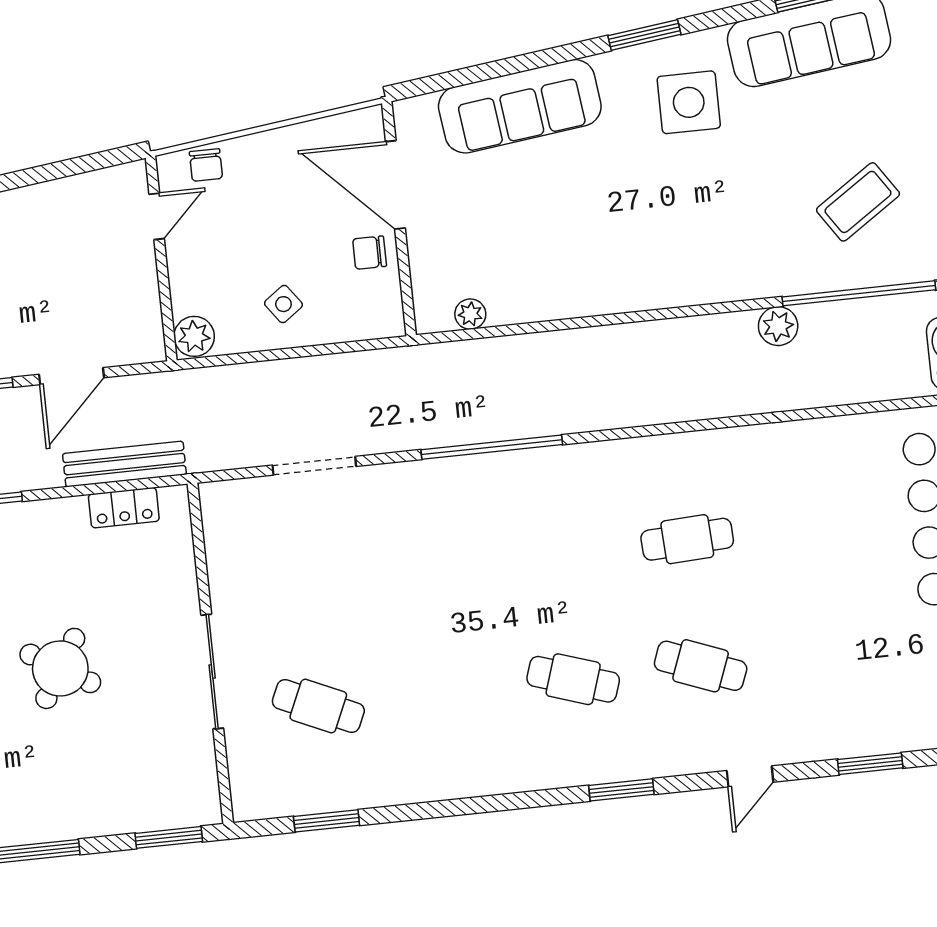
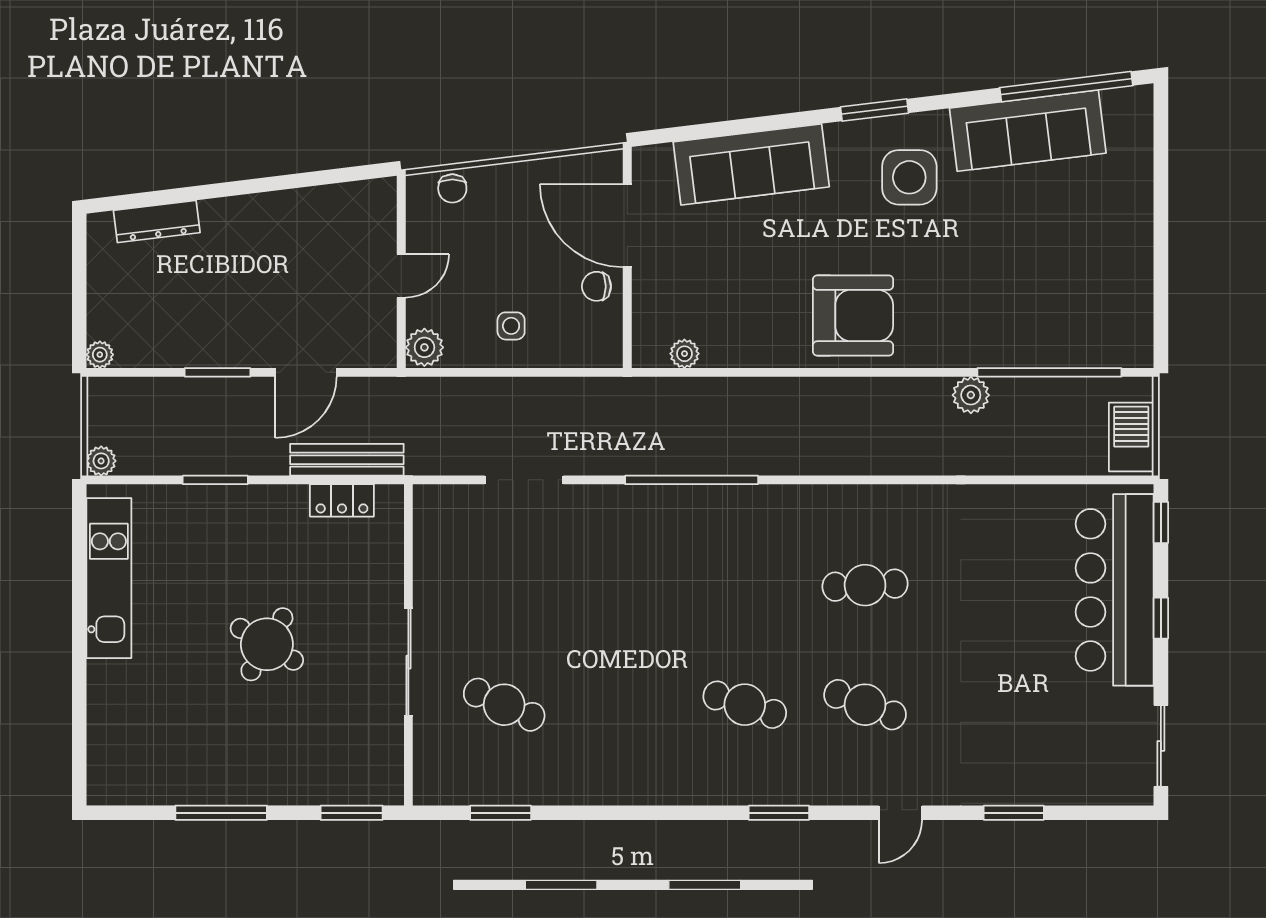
coffee table: (858, 202) -> (1058, 287), removed
door: (157, 216) -> (401, 276), moved
armchair: (644, 255) -> (853, 316), added
side table: (283, 304) -> (511, 326), turned 36

